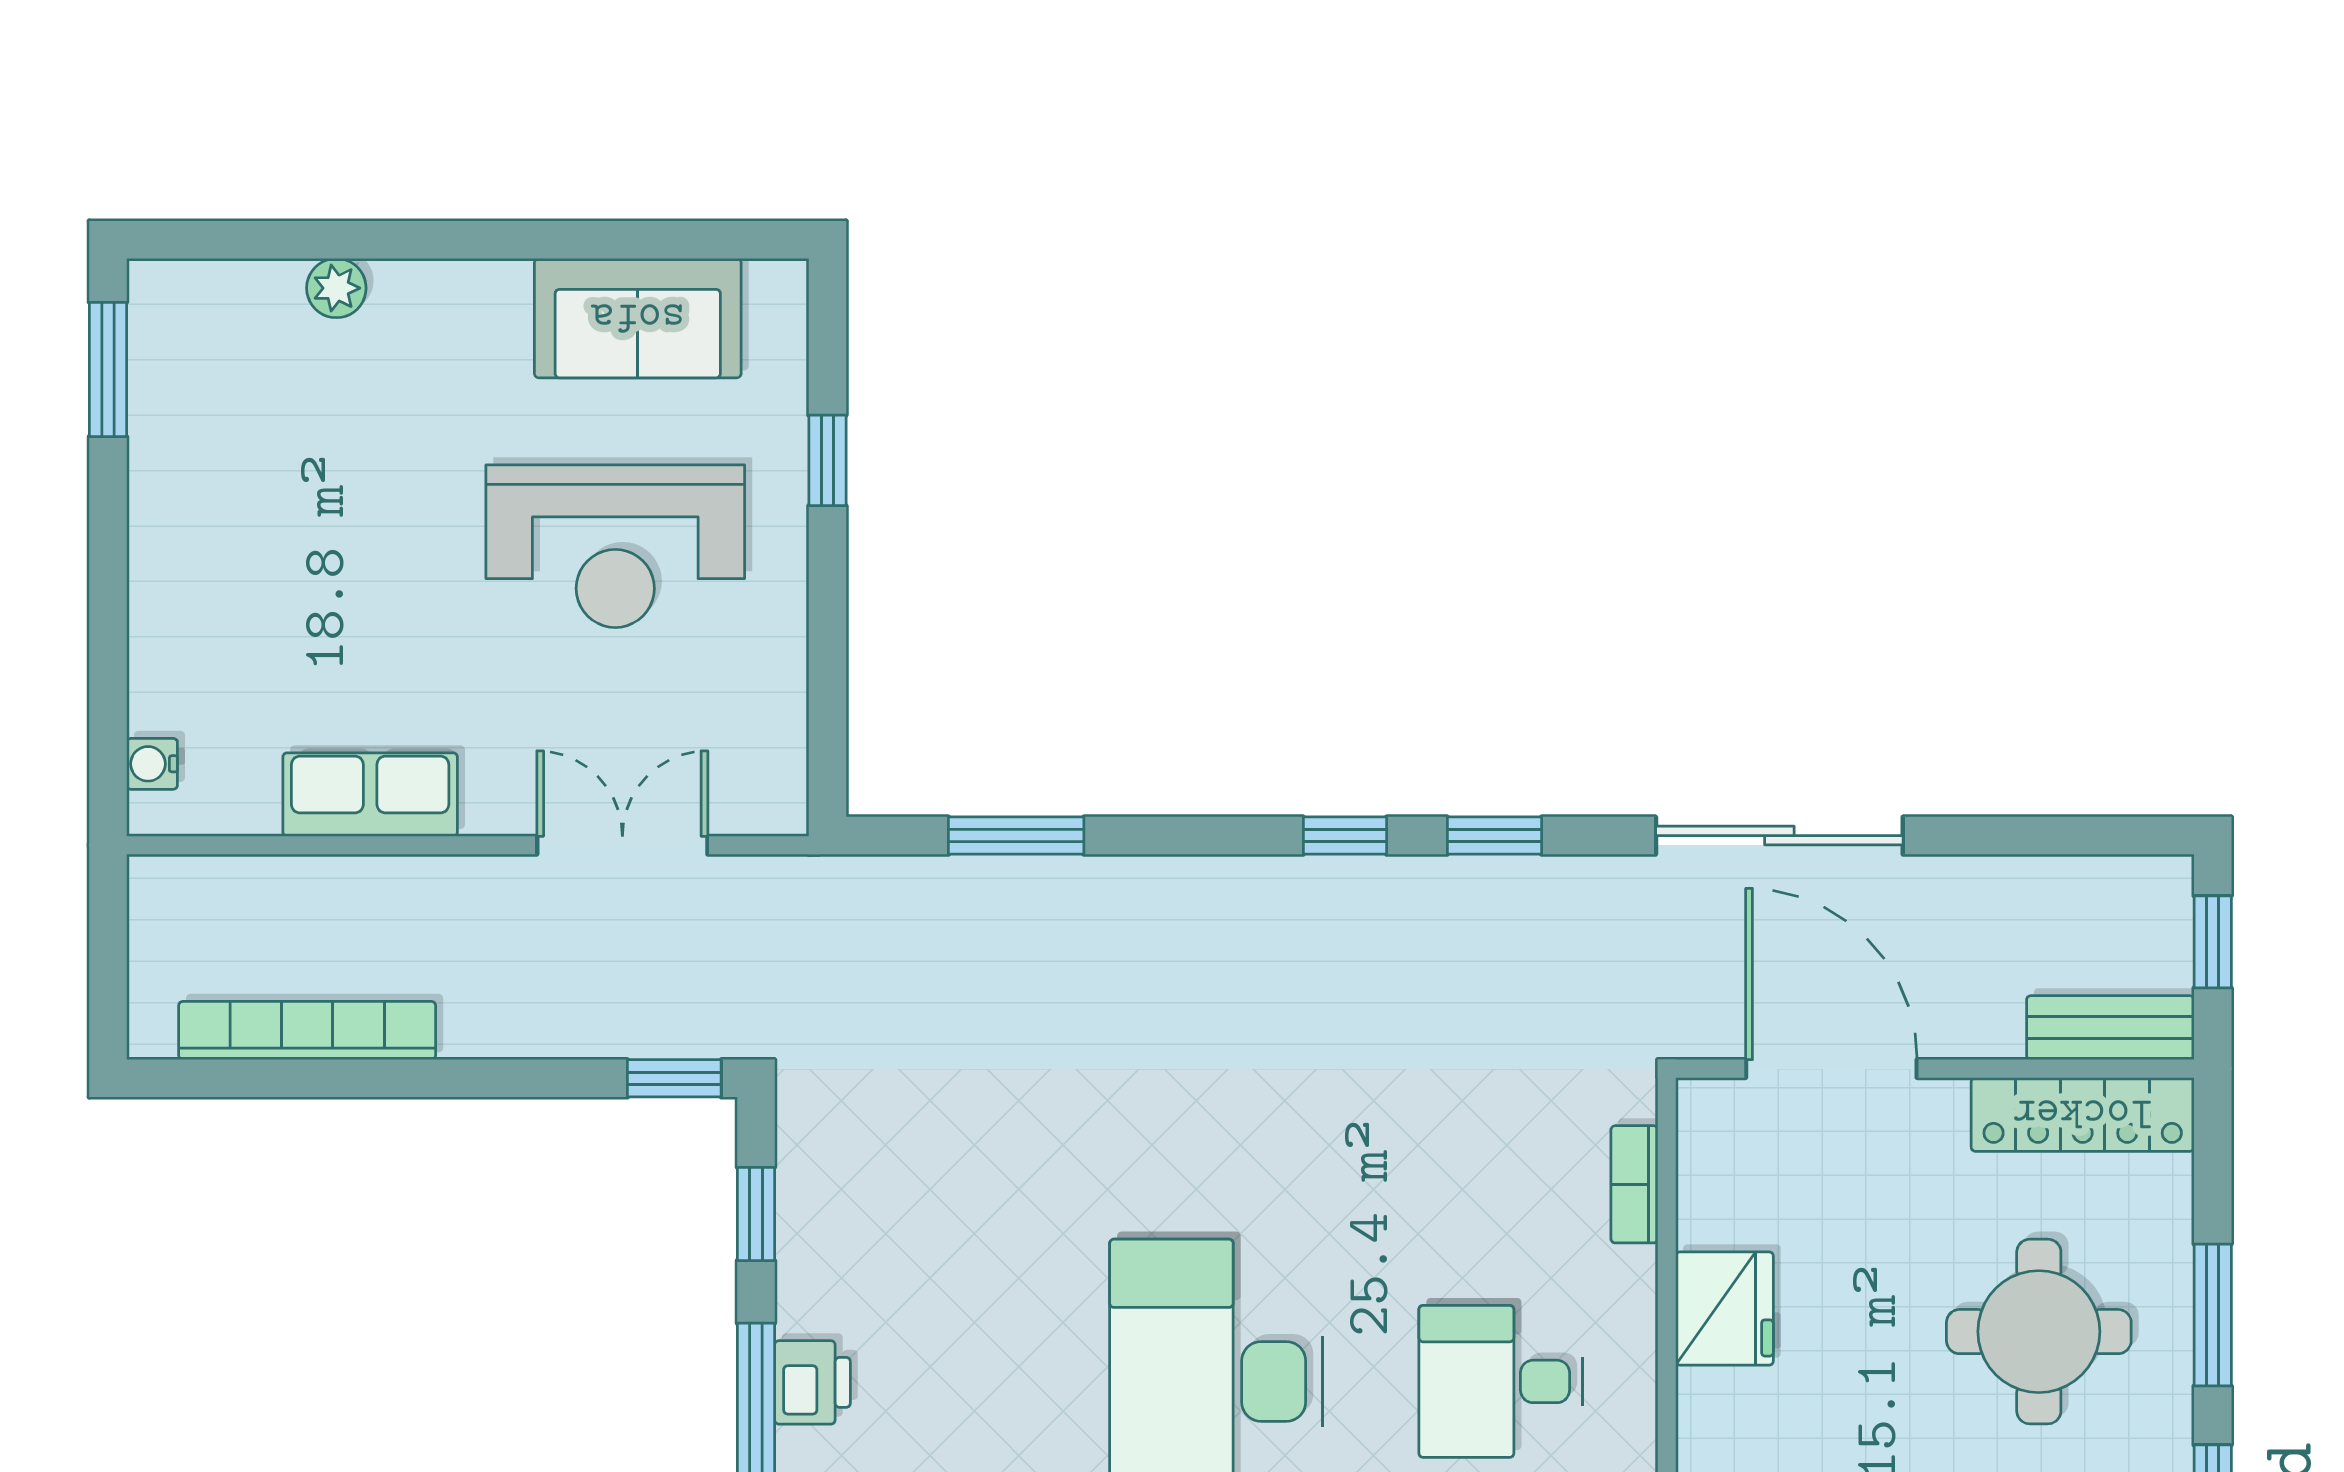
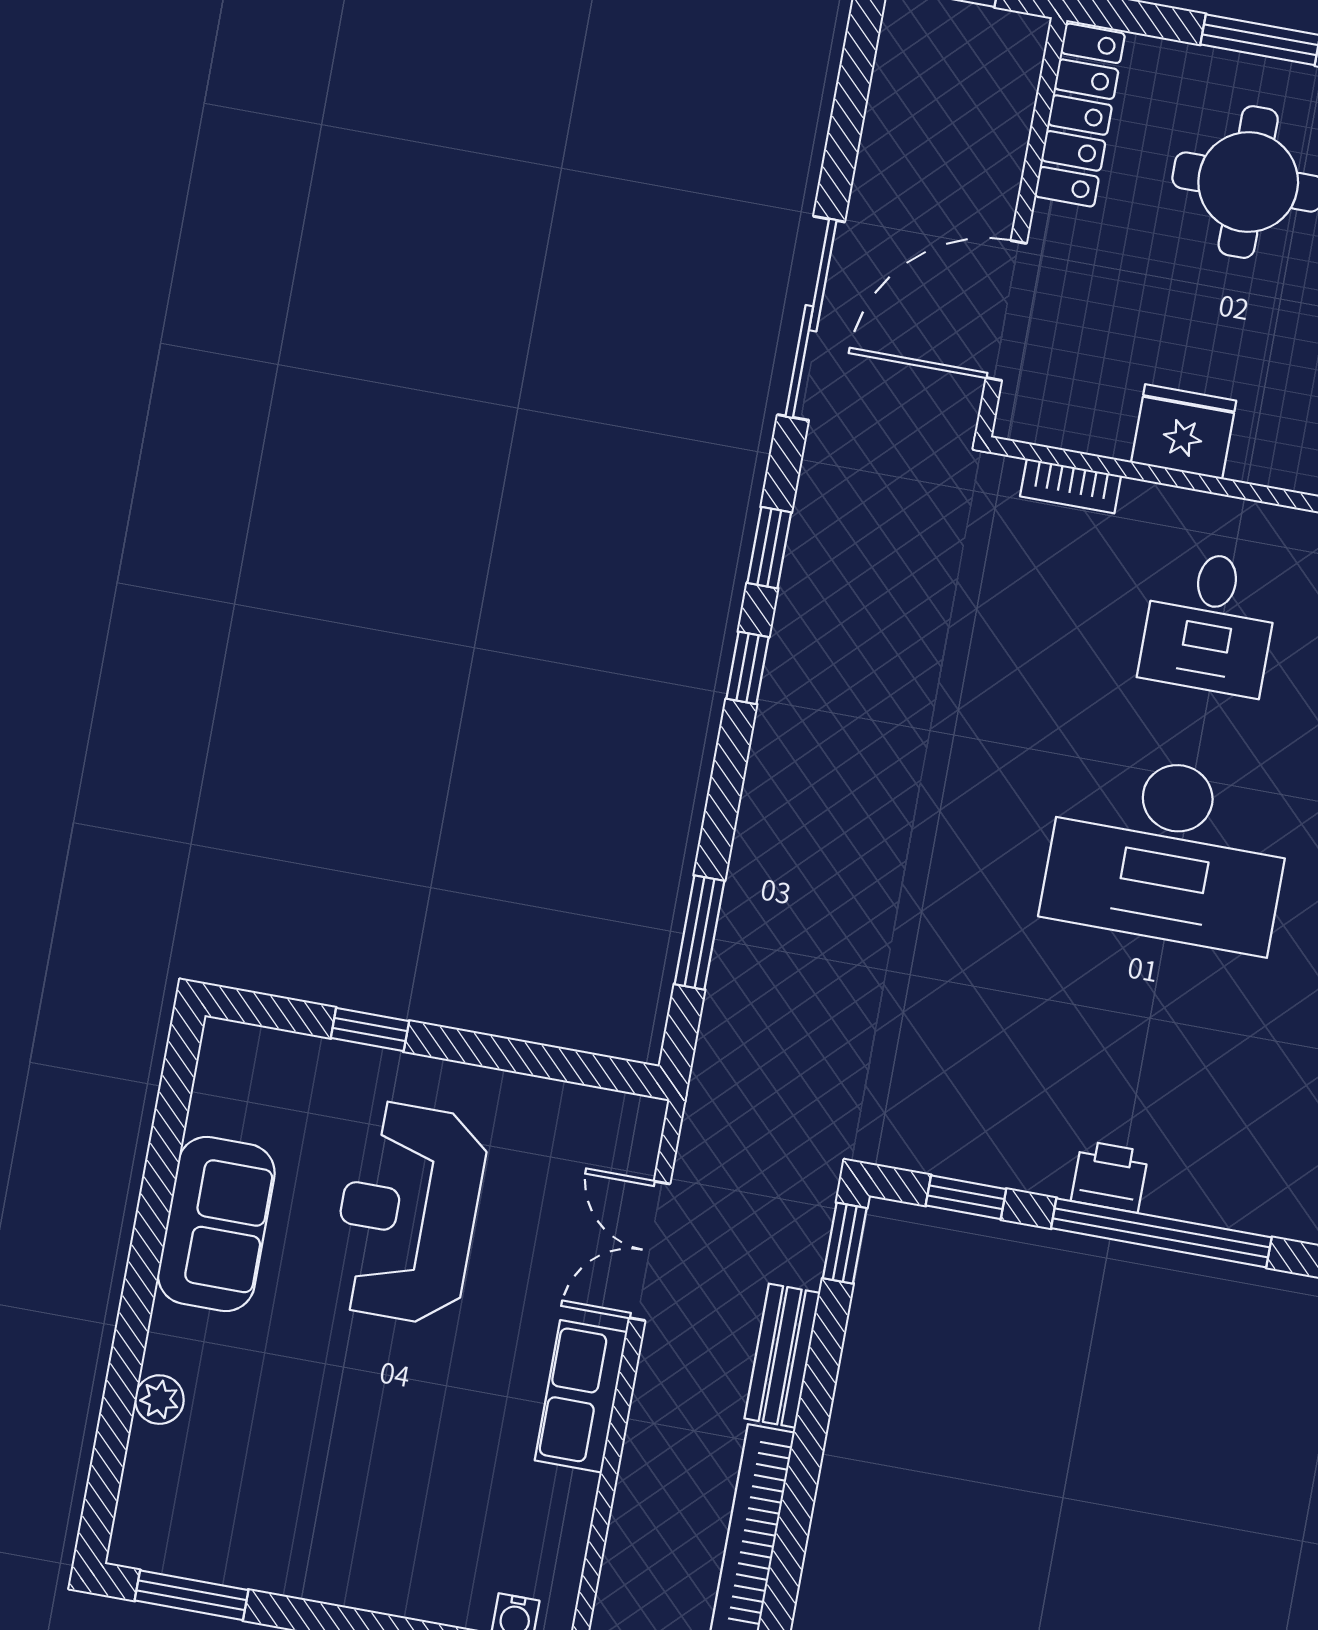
sofa: (638, 318) -> (216, 1224), moved
reception desk: (615, 546) -> (408, 1213), turned 180
row of seats: (370, 795) -> (581, 1396), moved
bench: (2110, 1028) -> (782, 1356), moved

